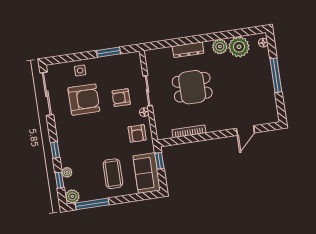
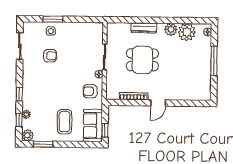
window: (109, 52) -> (53, 19), moved
sliding door: (47, 94) -> (20, 46), width x0.73
armchair: (121, 98) -> (81, 59), removed
armchair: (84, 100) -> (50, 56), width x0.53, depth x0.53
door: (245, 131) -> (158, 103), moved
armchair: (137, 133) -> (90, 91), turned 90
window: (159, 161) -> (105, 130), moved
window: (92, 204) -> (43, 144), width x0.69

